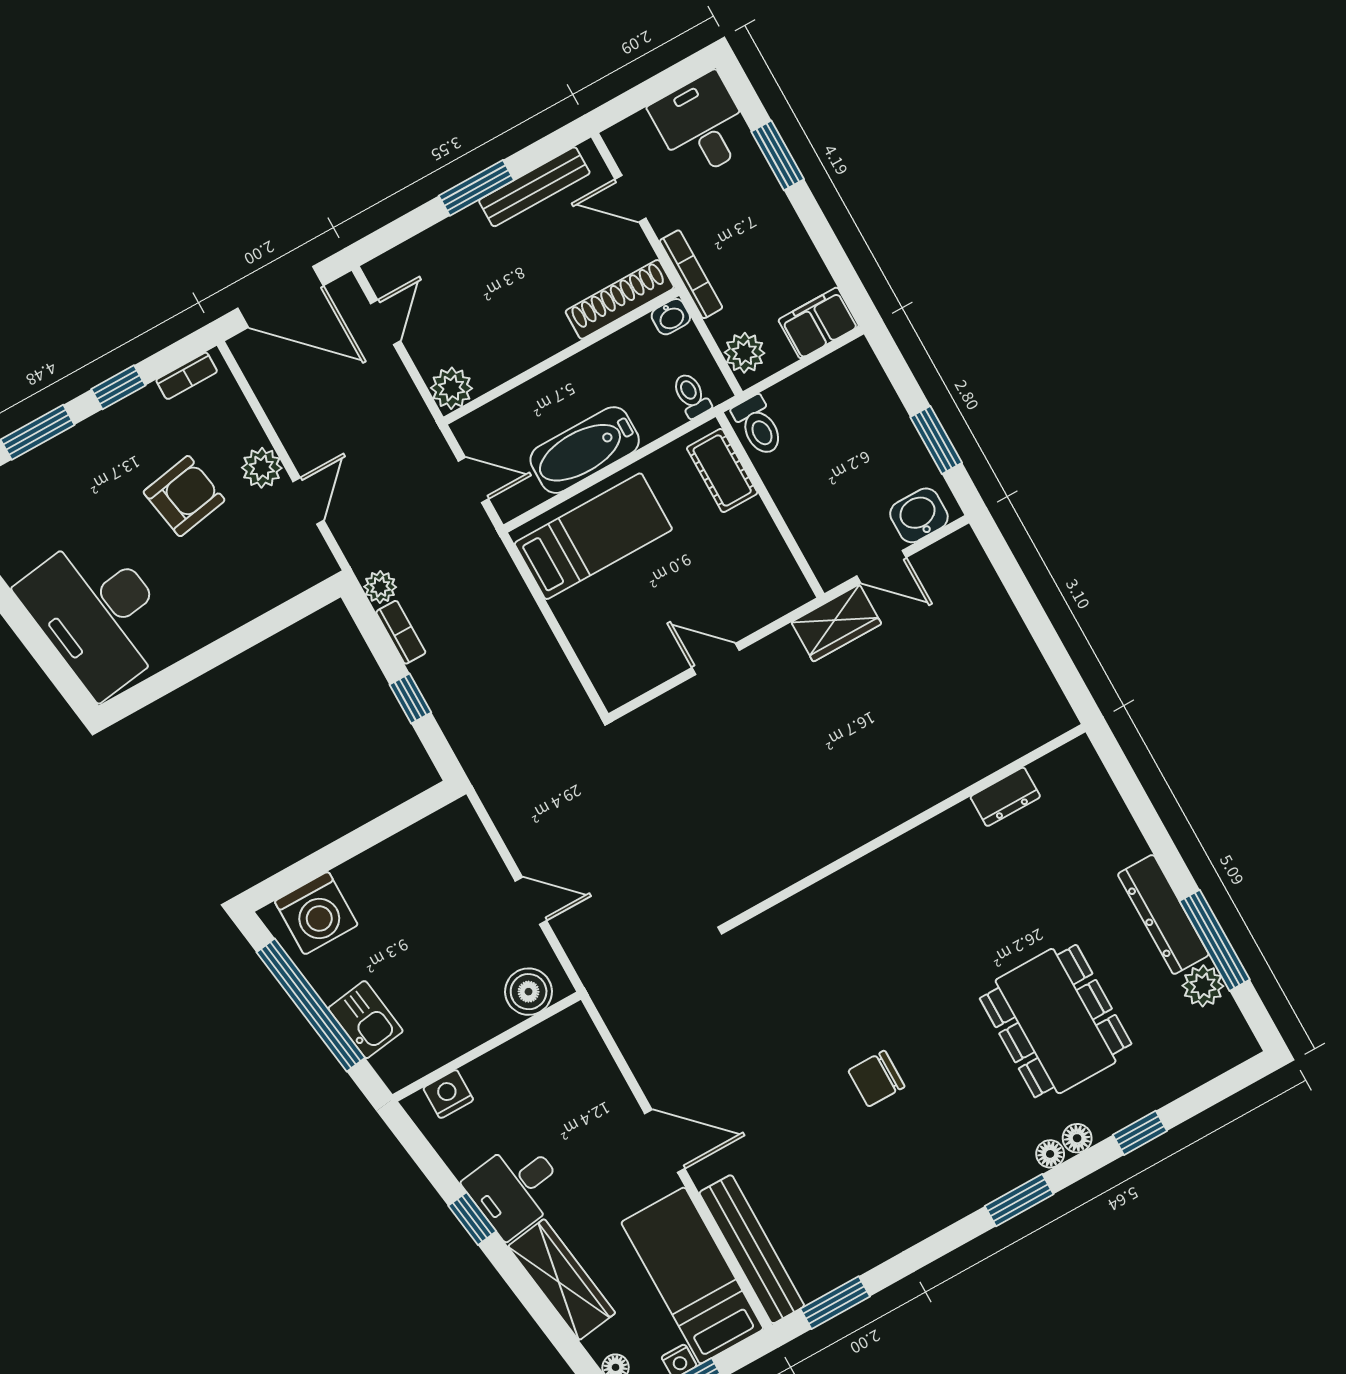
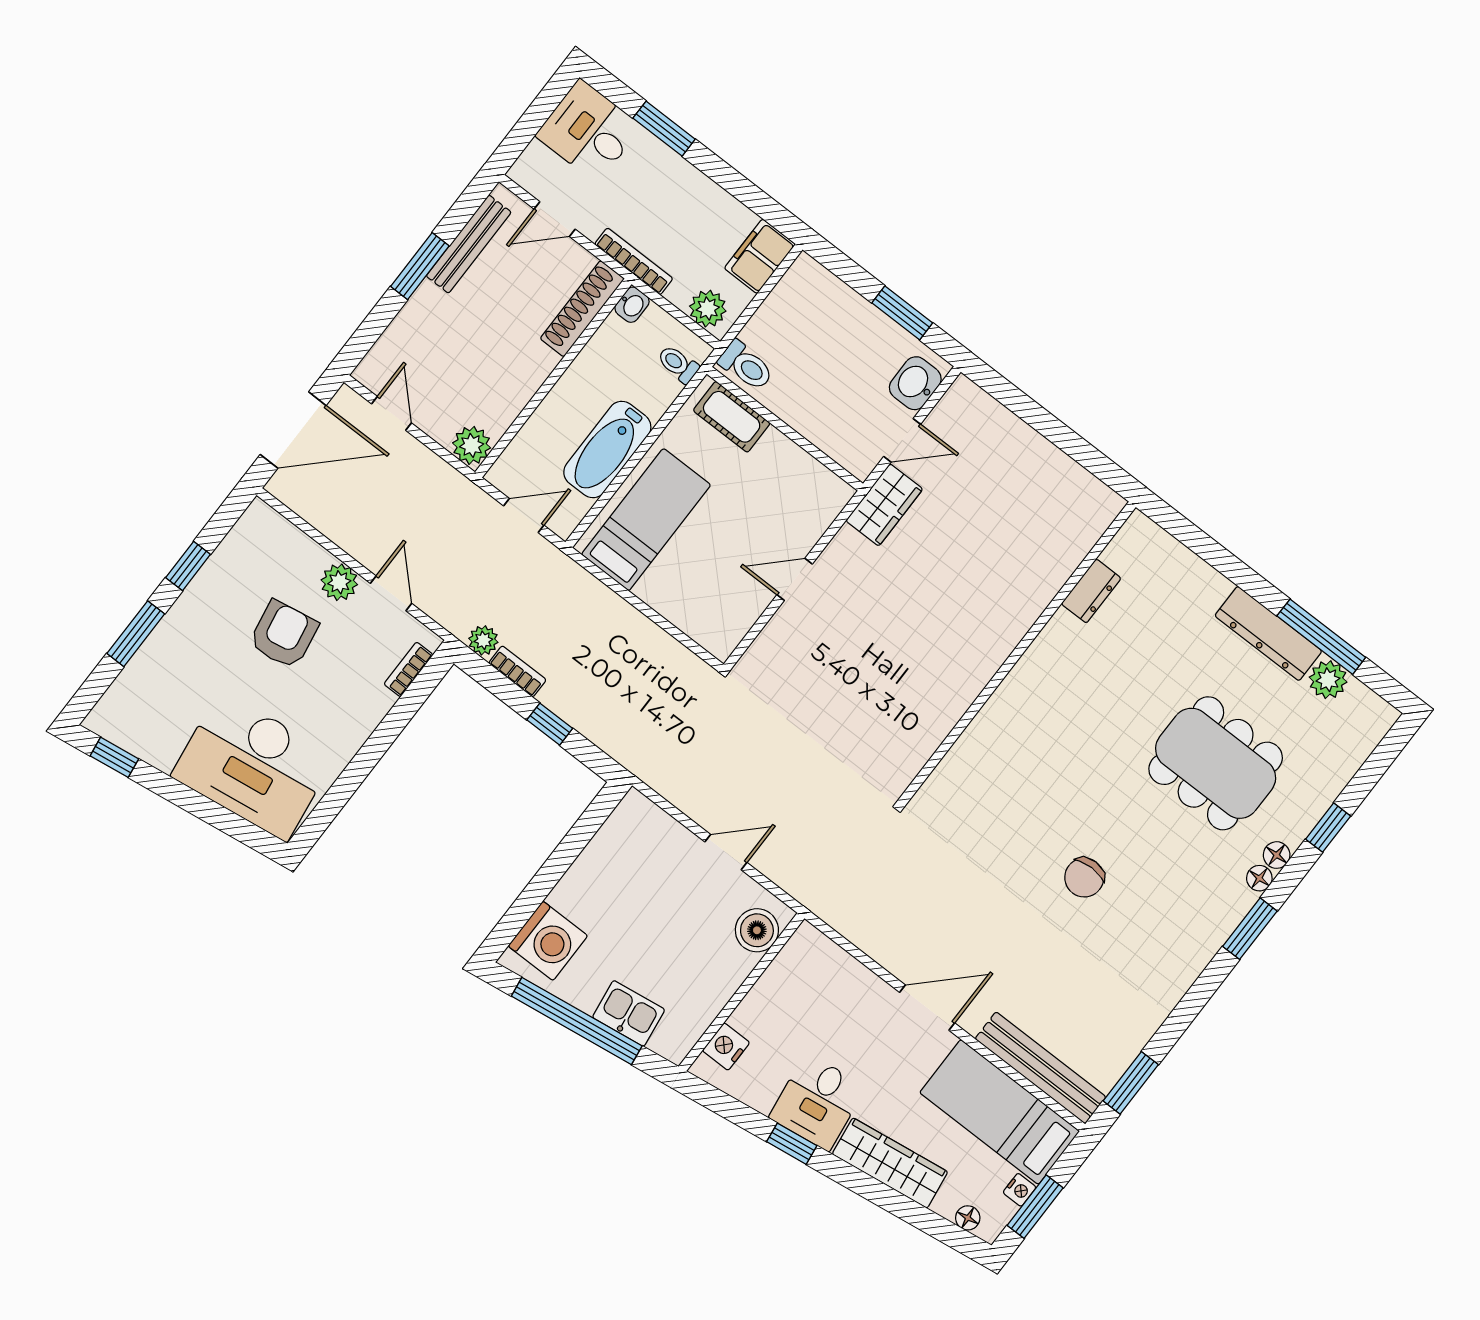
bookcase: (187, 376) -> (408, 669), moved, turned 180

